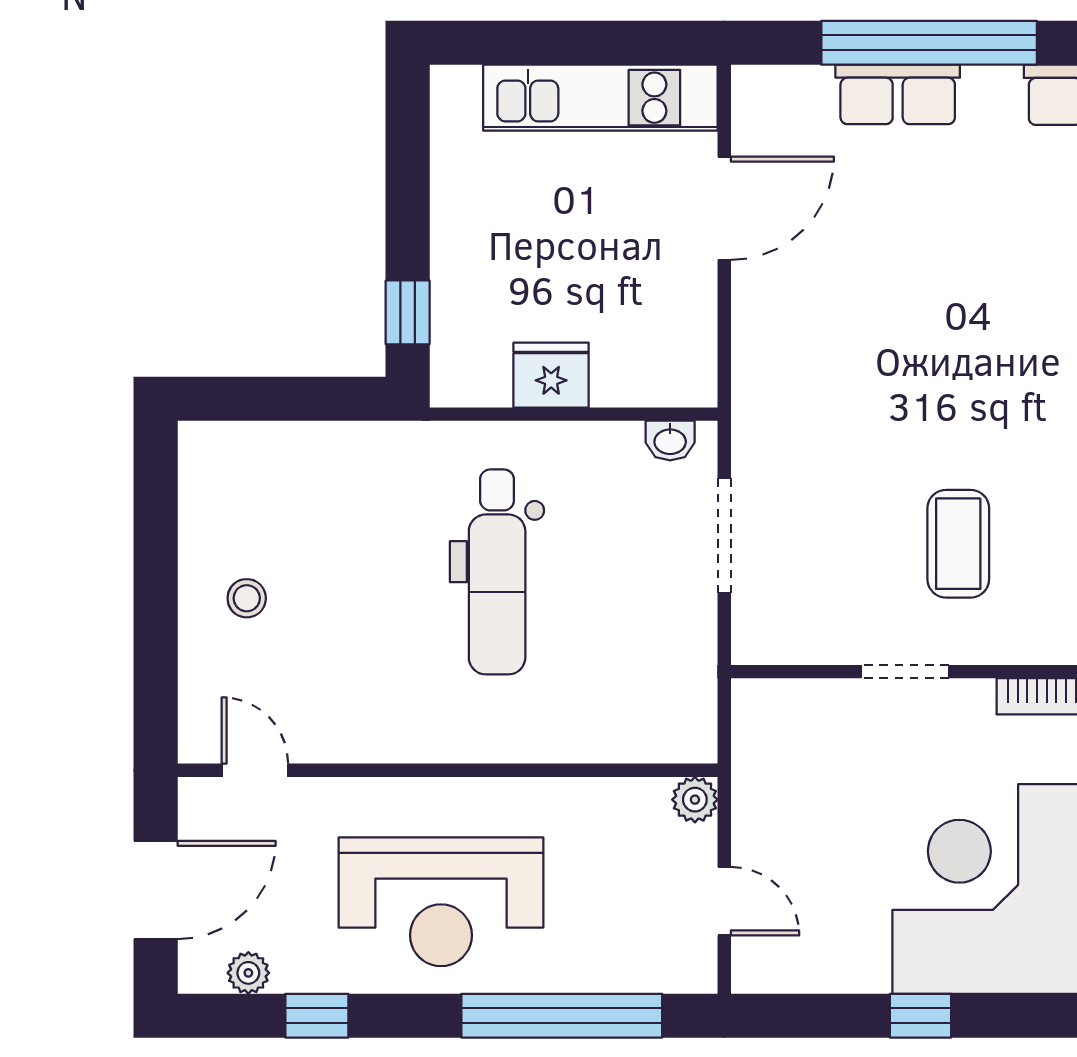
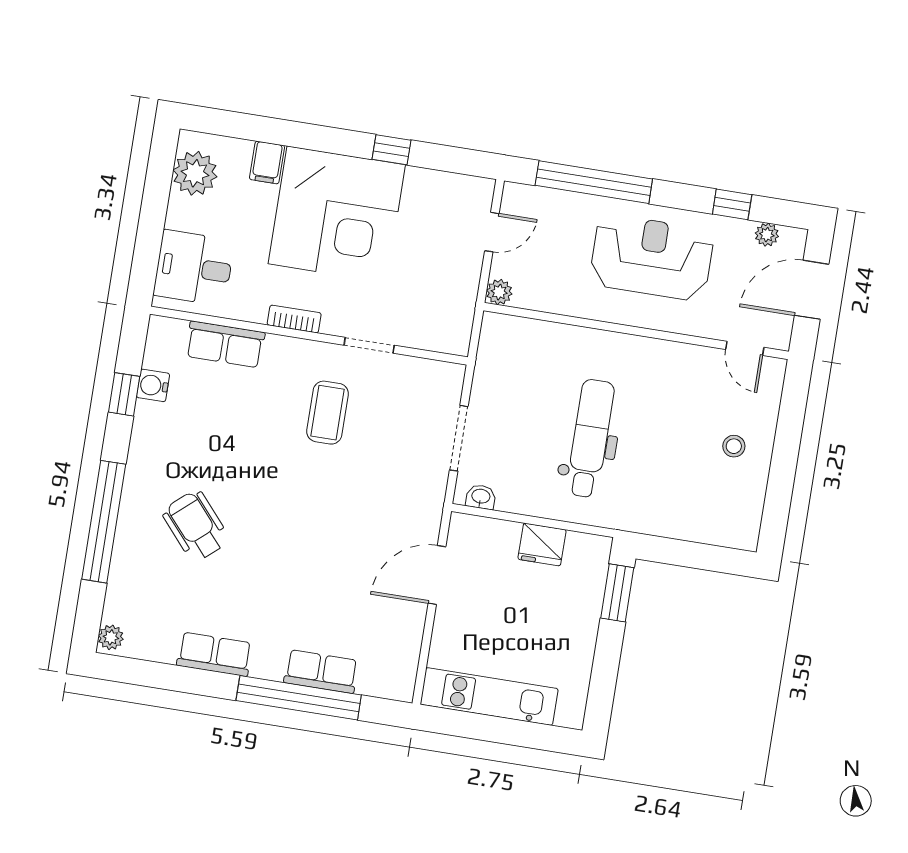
door: (724, 208) -> (437, 575), moved
window: (408, 312) -> (617, 593), width x1.50
door: (724, 901) -> (492, 232), swing flipped

